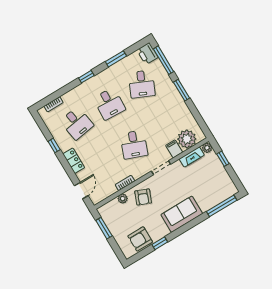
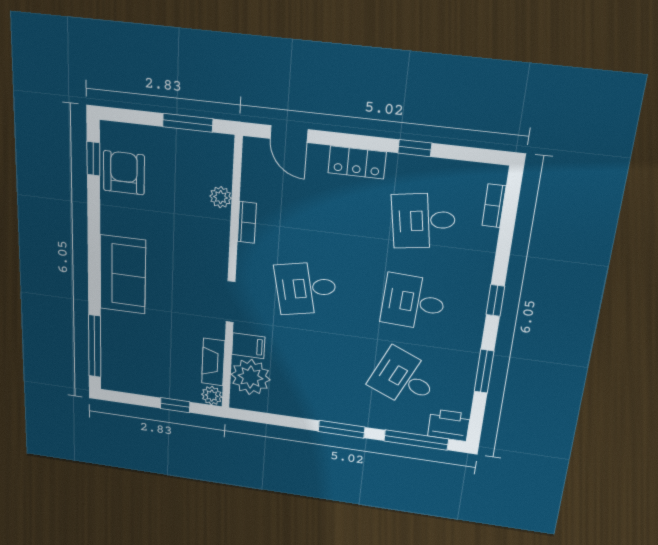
desk: (134, 145) -> (306, 288), turned -33
armchair: (143, 197) -> (198, 234), removed
window: (160, 243) -> (93, 159), moved

